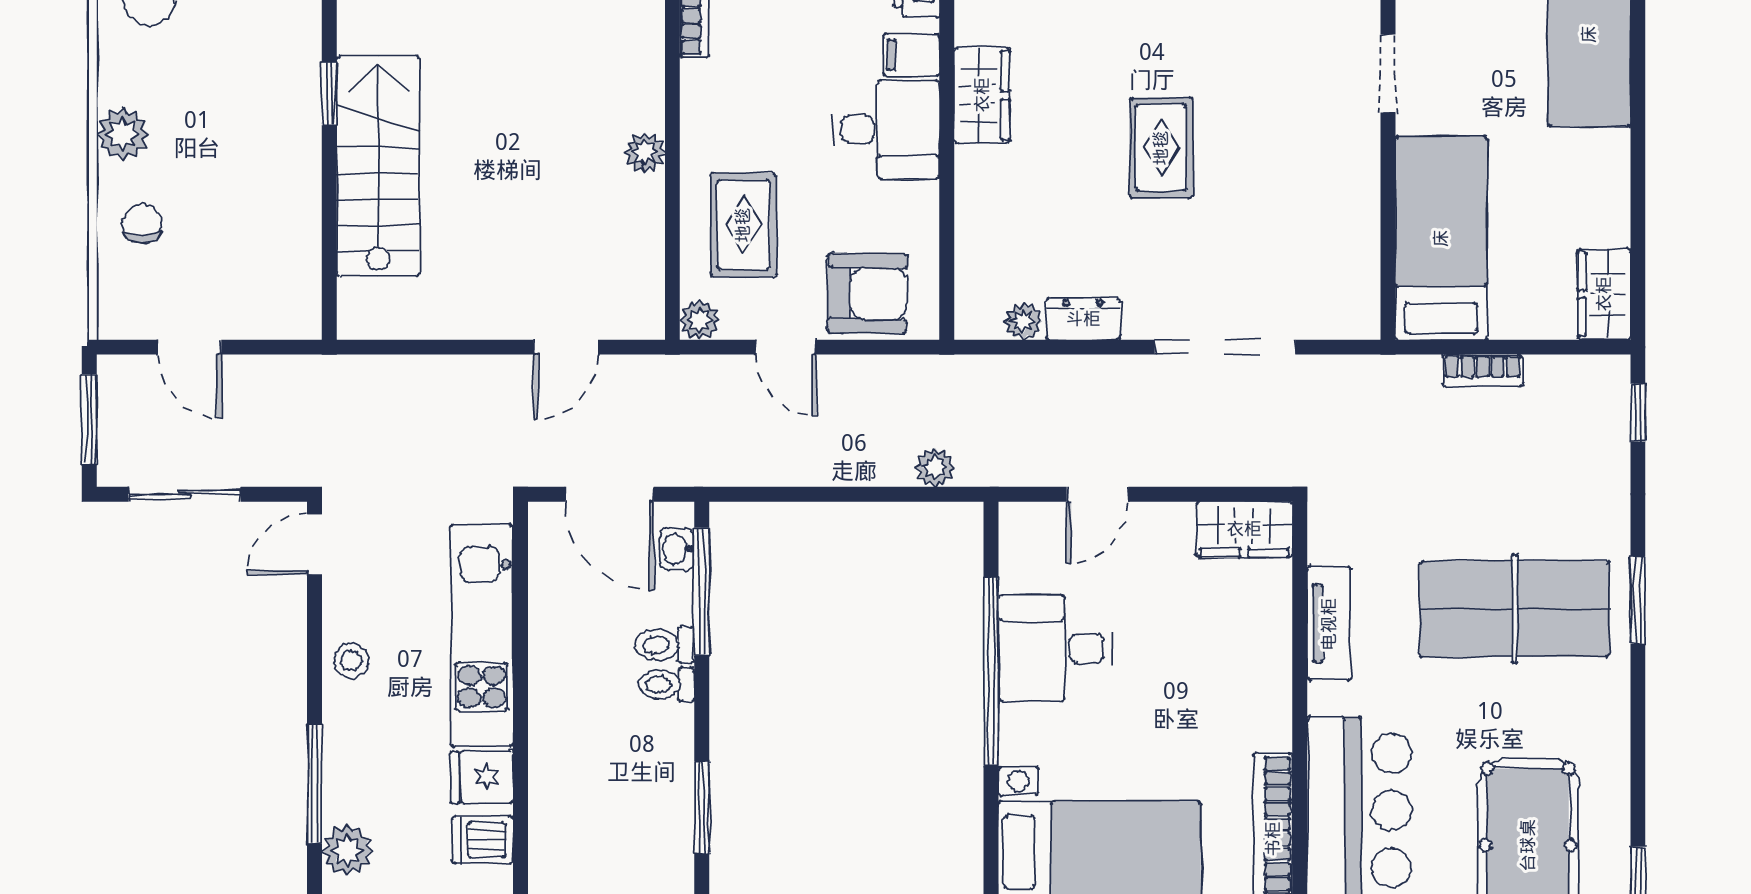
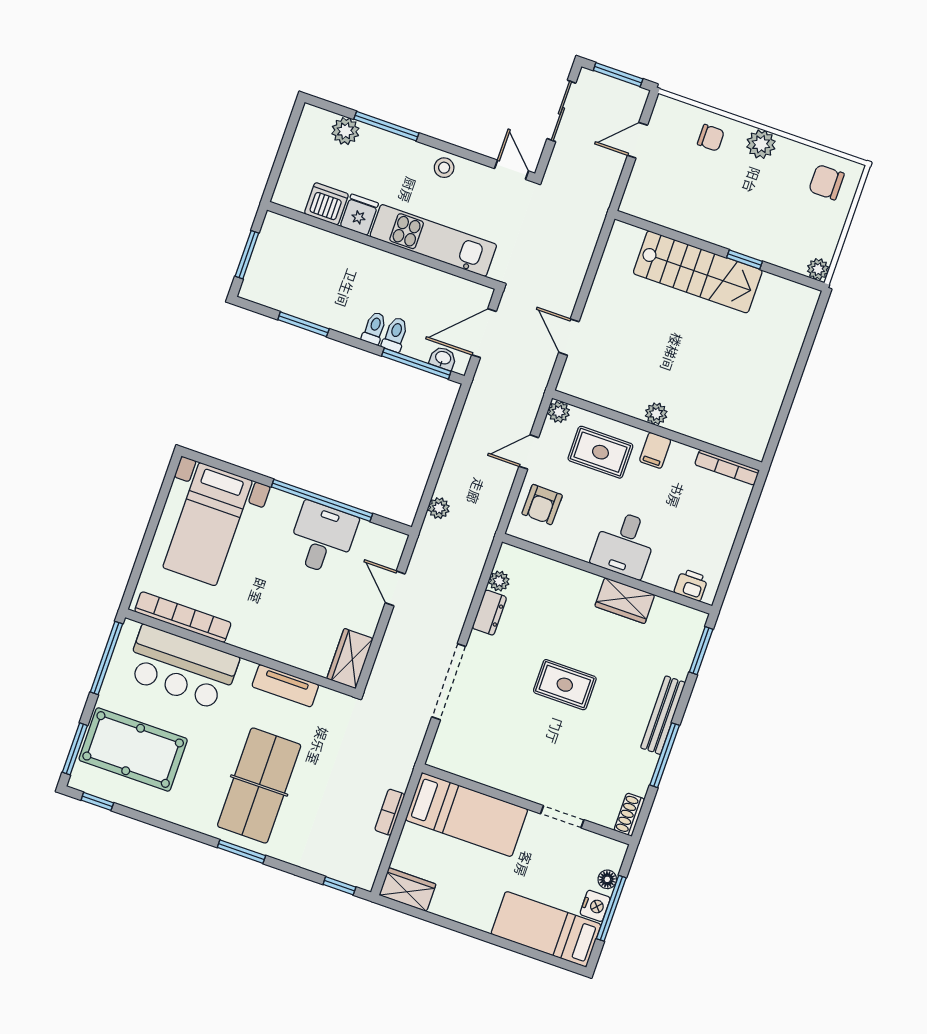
filing cabinet: (911, 55) -> (655, 450), moved, turned 180
armchair: (867, 293) -> (542, 505), width x0.72, depth x0.72
dishwasher: (483, 840) -> (326, 204), width x1.38

